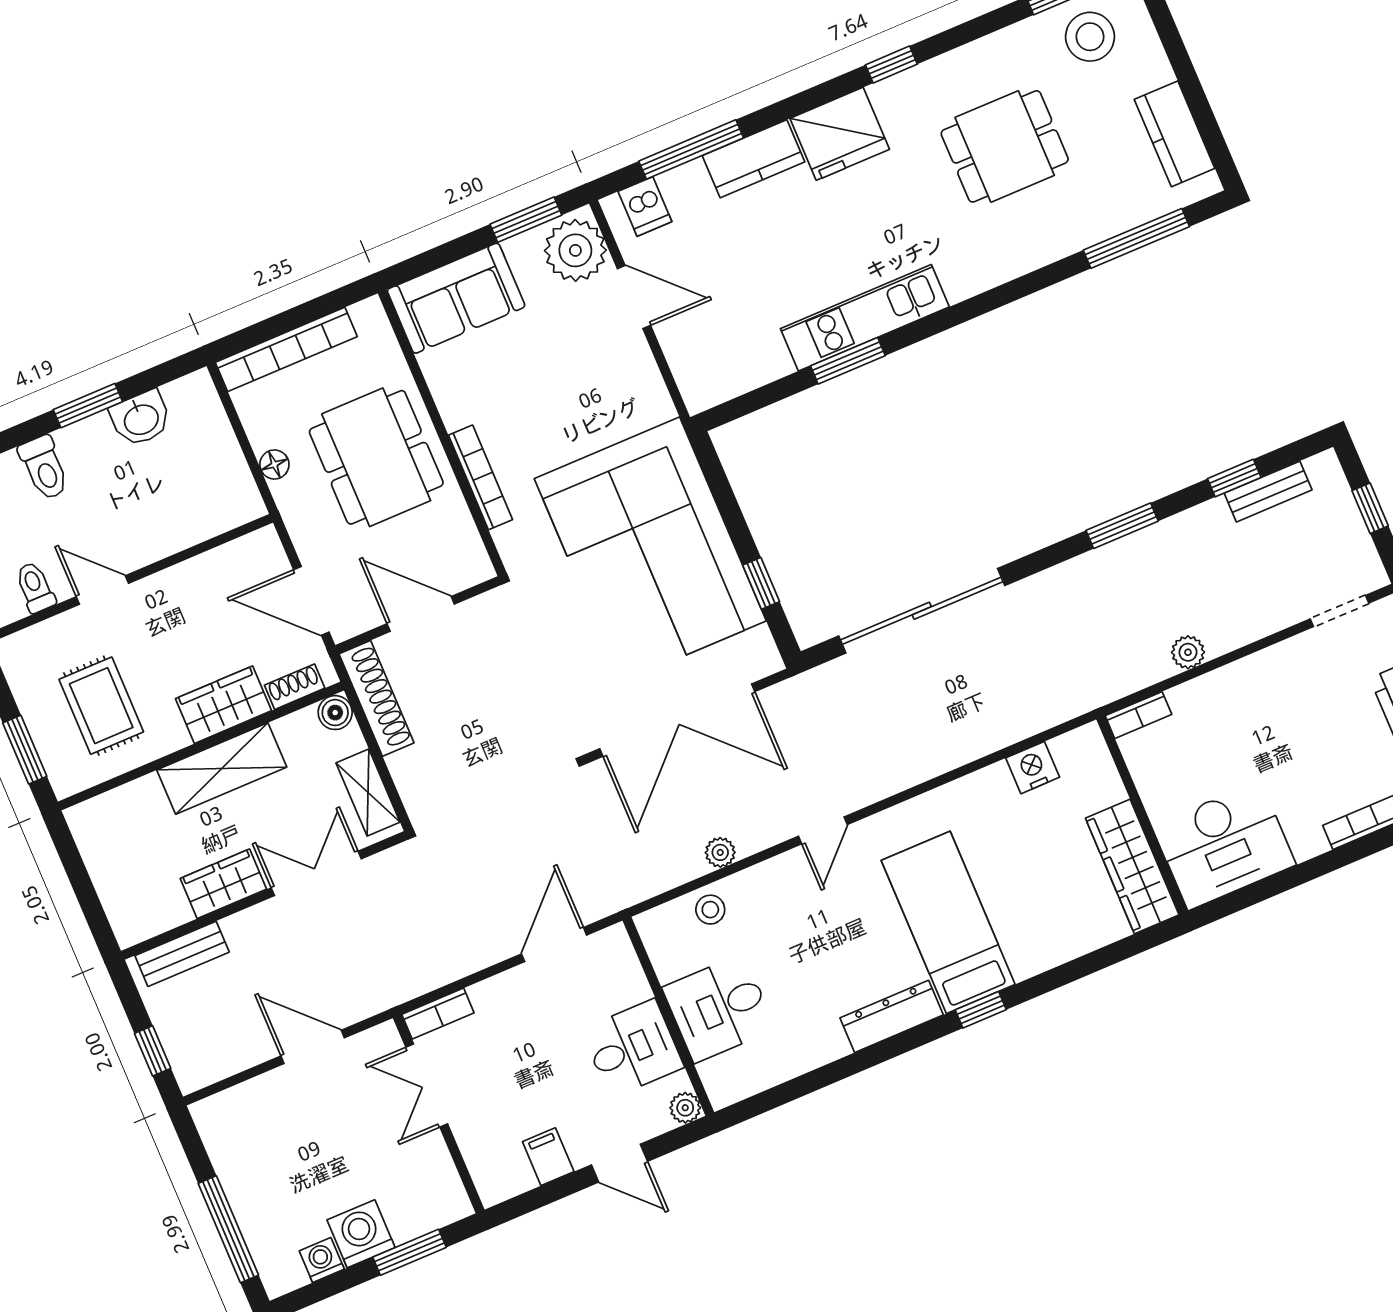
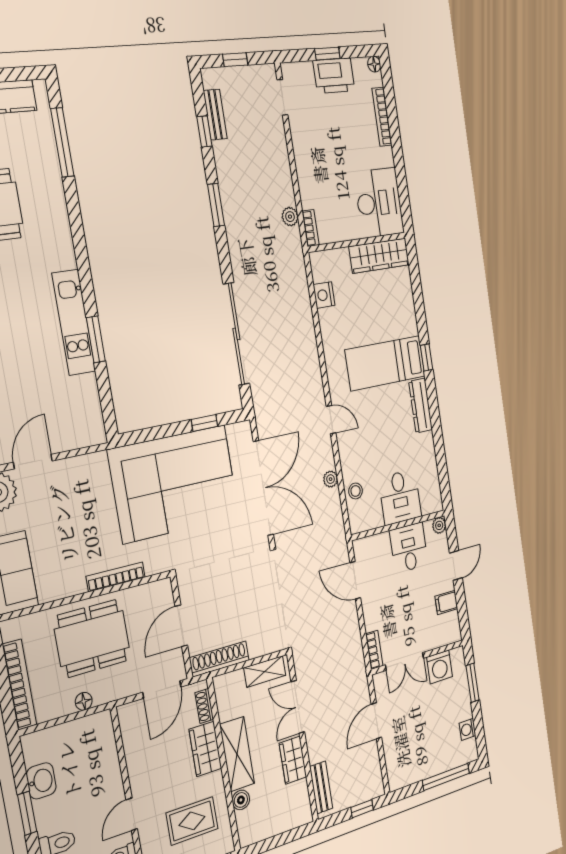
plant: (1188, 652) -> (290, 217), moved
boiler: (335, 713) -> (241, 800), moved
washing machine: (361, 1234) -> (440, 667), moved, turned -90

